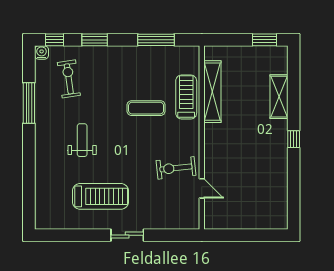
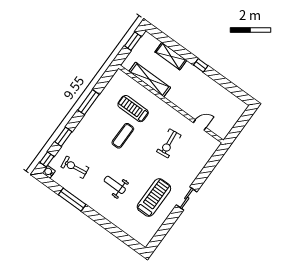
shelving: (212, 92) -> (150, 79), moved
wall: (202, 137) -> (171, 104), moved
door: (202, 188) -> (200, 125), moved

